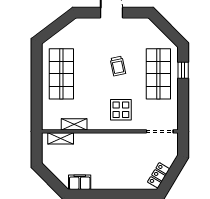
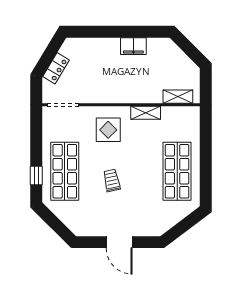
shelving: (74, 124) -> (146, 113), moved
locker: (159, 175) -> (56, 68), moved
filing cabinet: (80, 182) -> (133, 46), moved

